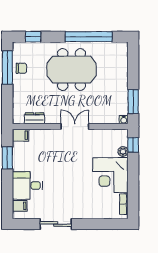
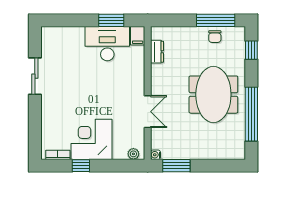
double door: (75, 127) -> (148, 112), moved
window: (133, 145) -> (81, 166), moved
plant: (123, 151) -> (133, 154), moved
desk: (27, 185) -> (107, 44), moved, width x1.37
filing cabinet: (20, 206) -> (56, 35), removed

